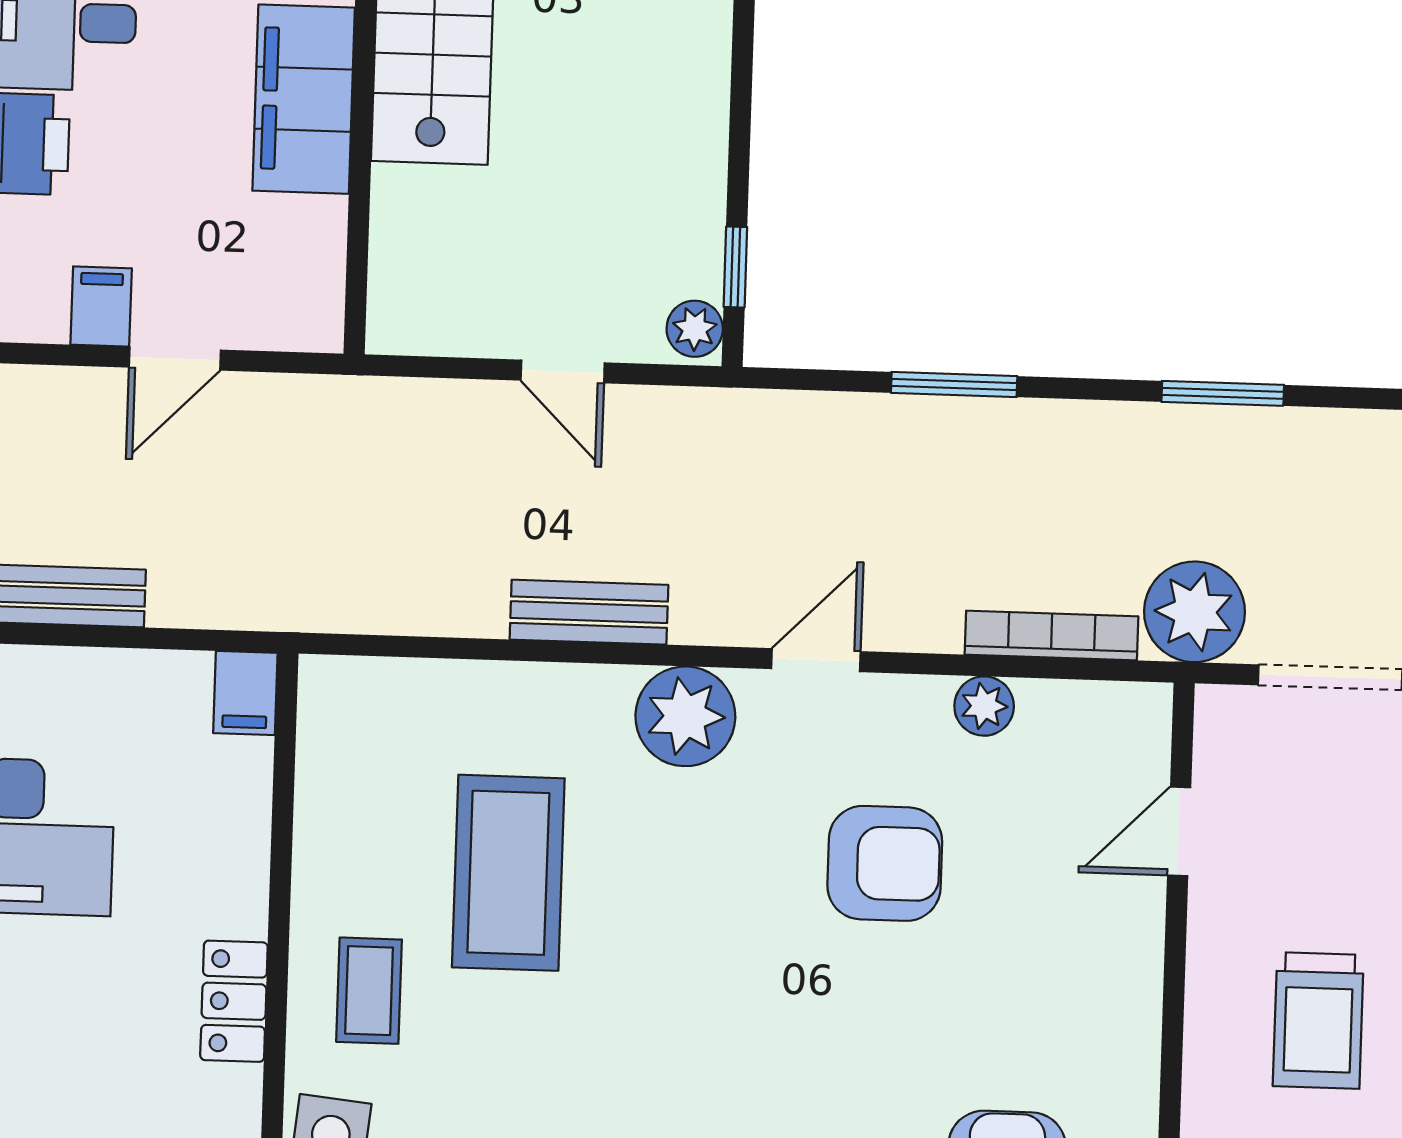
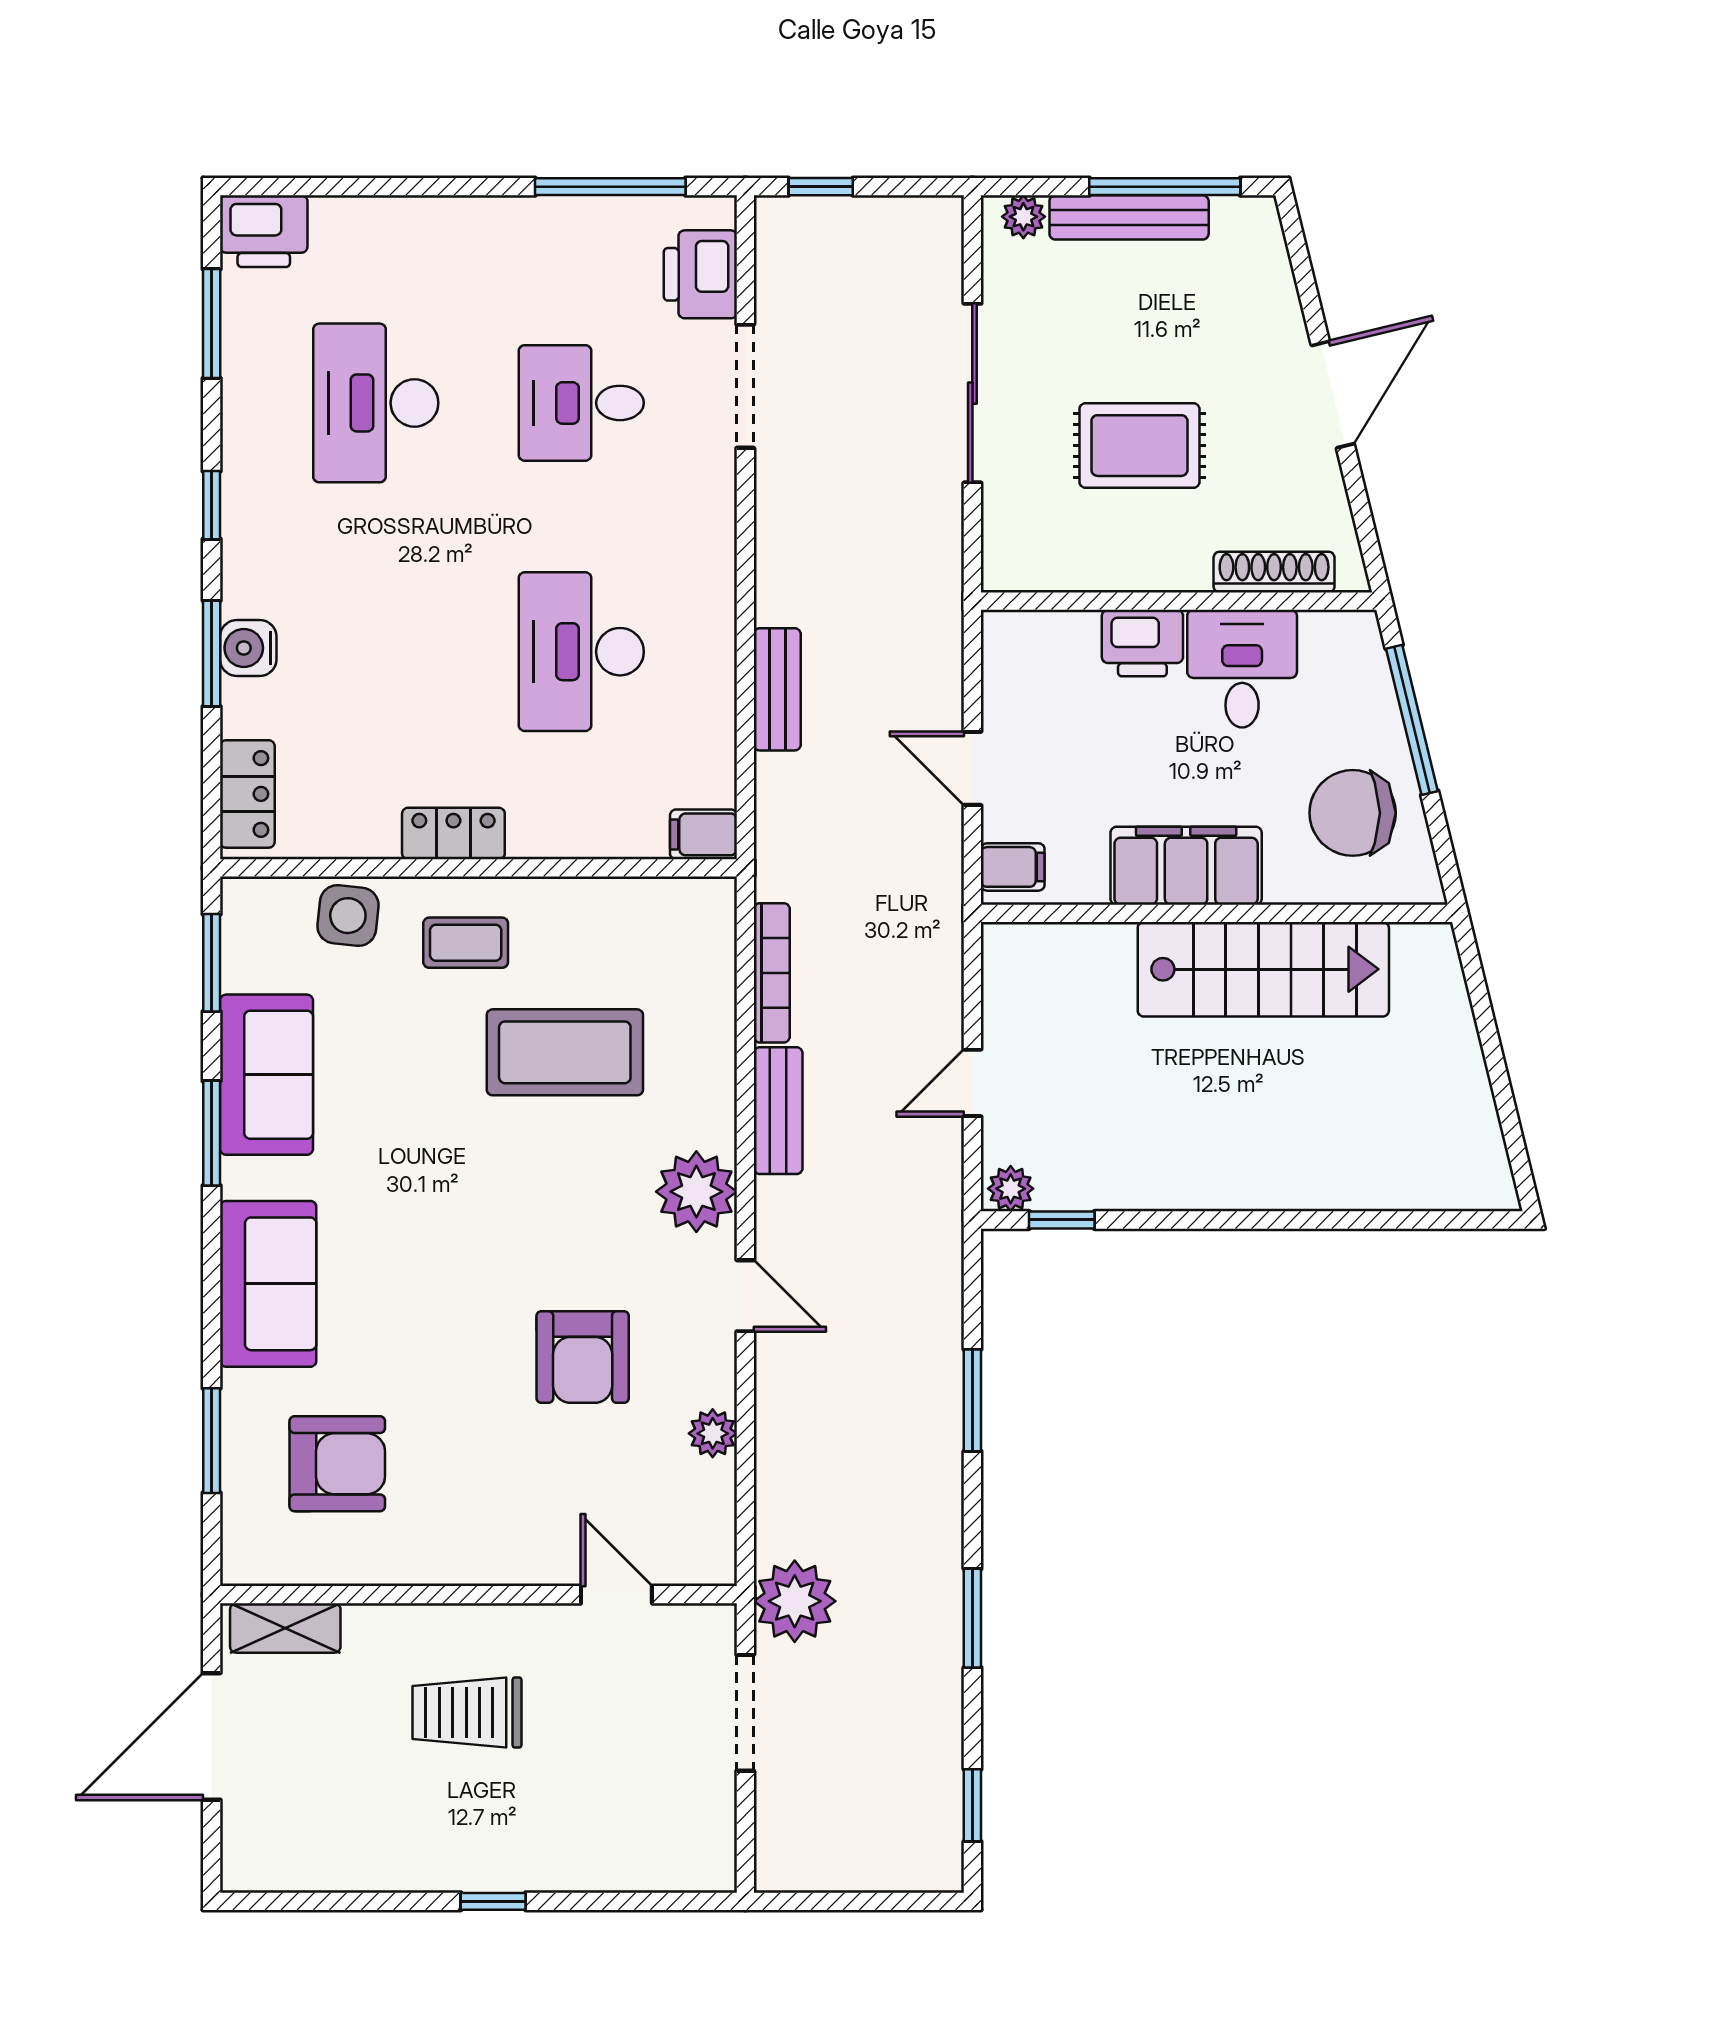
filing cabinet: (101, 306) -> (1013, 867), moved
bookcase: (1051, 635) -> (772, 973), moved

